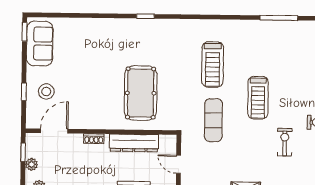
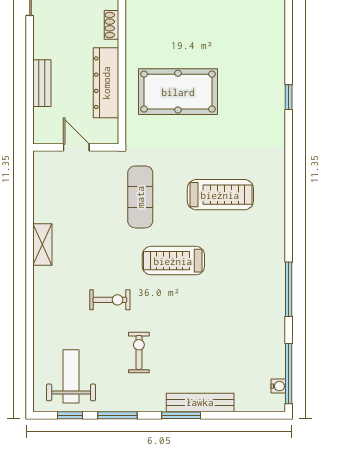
treadmill: (213, 64) -> (220, 195), turned 180
exercise mat: (213, 120) -> (140, 197), turned 90
door: (178, 164) -> (76, 147), hinge flipped

